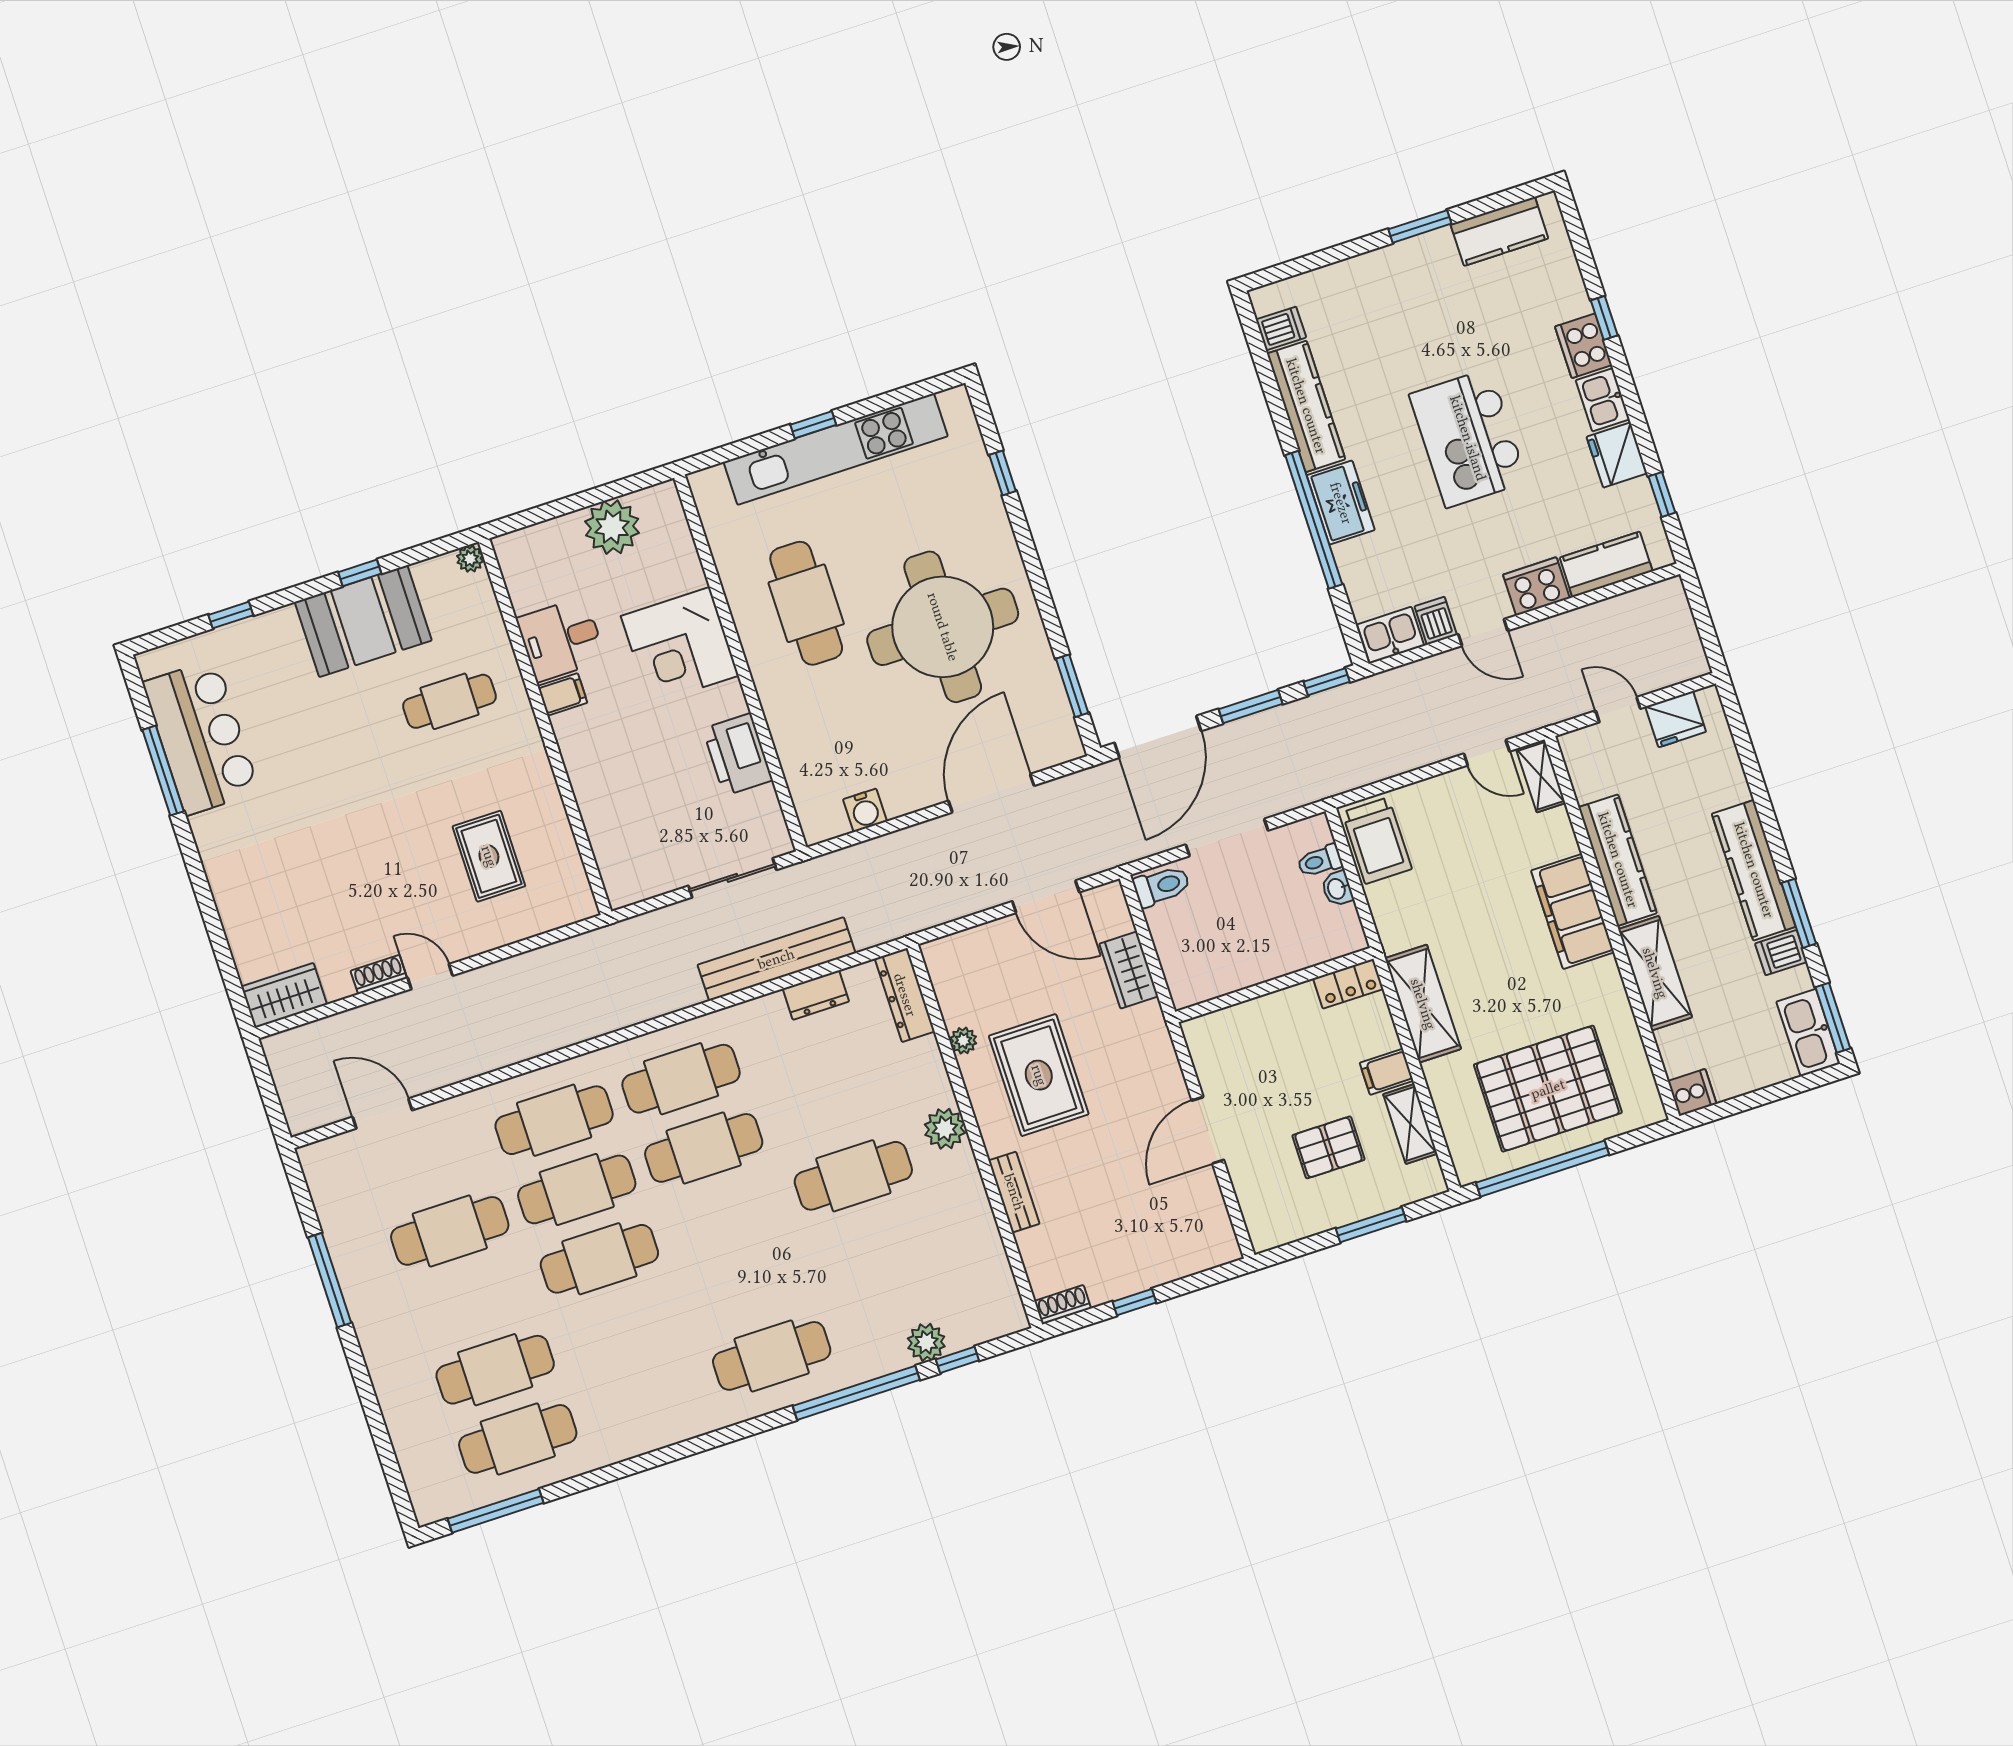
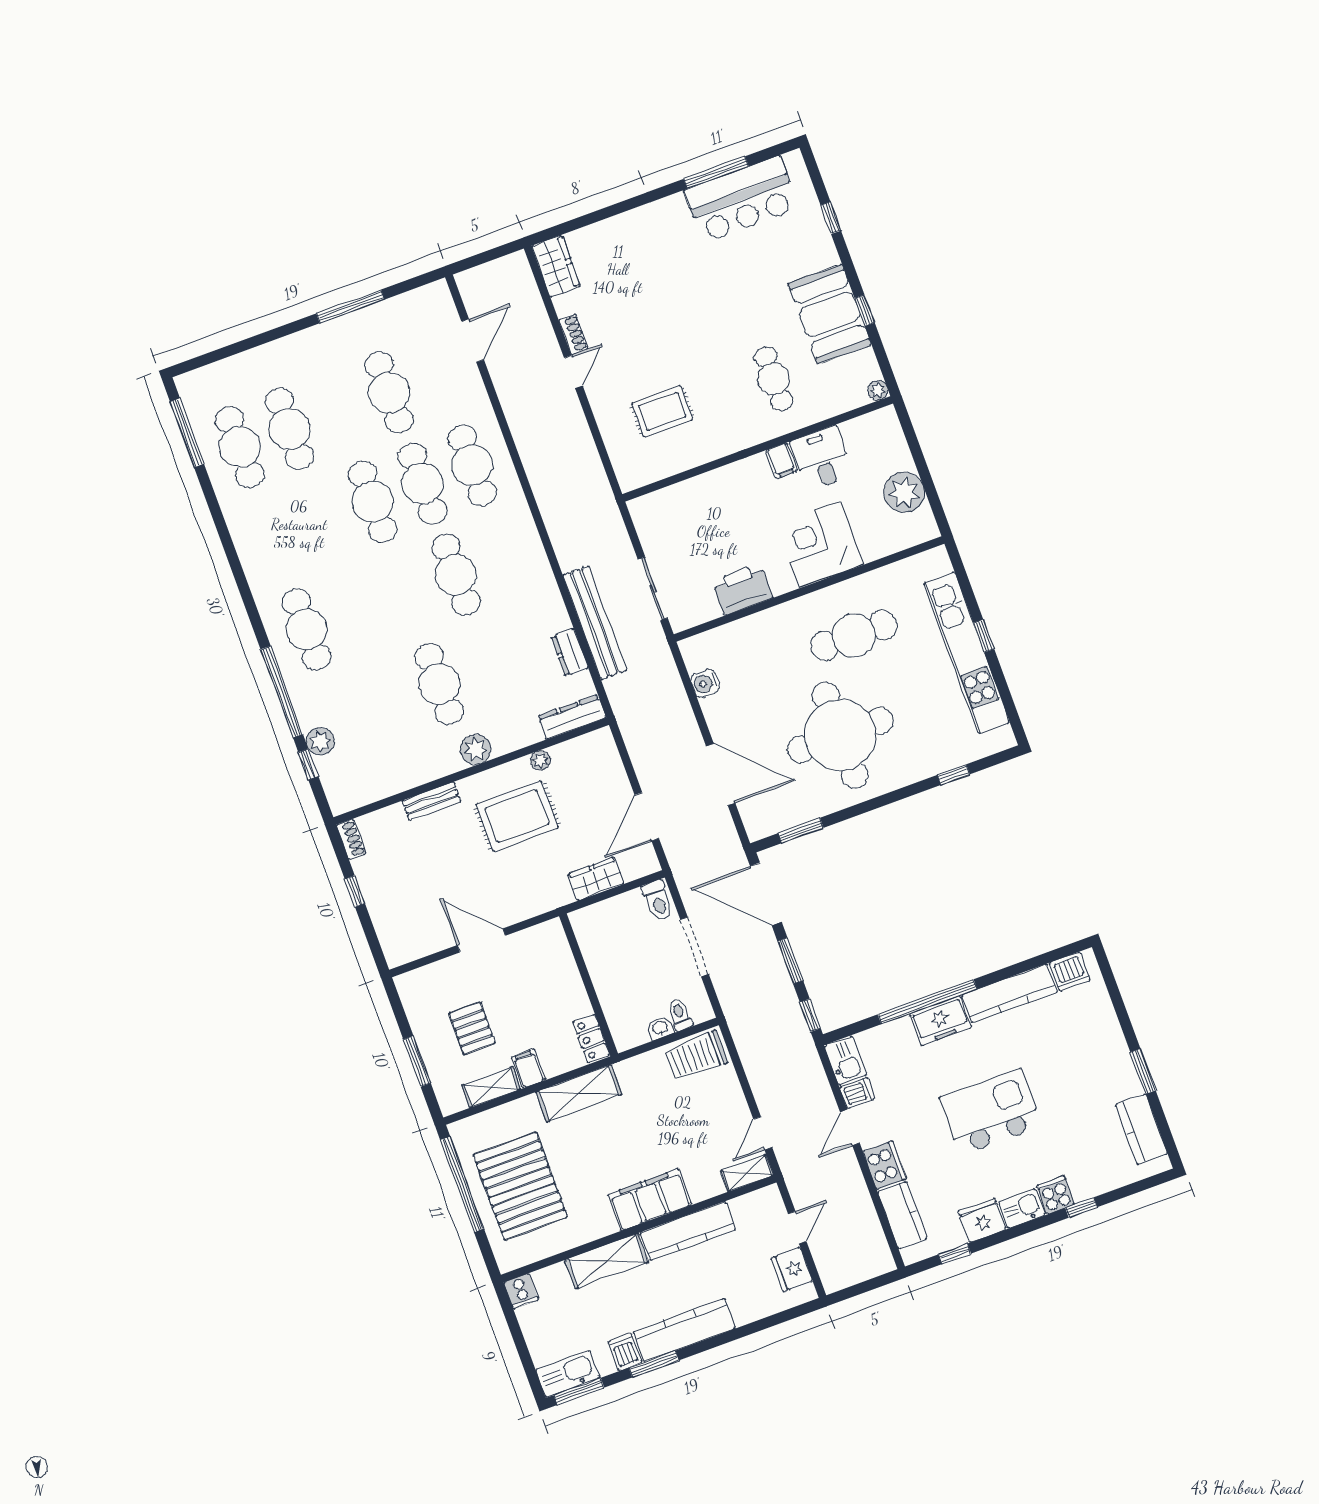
dishwasher: (1281, 328) -> (1070, 972), width x1.38
cooker: (1583, 346) -> (1056, 1195), width x0.73
cafe table: (681, 1079) -> (506, 556), removed

